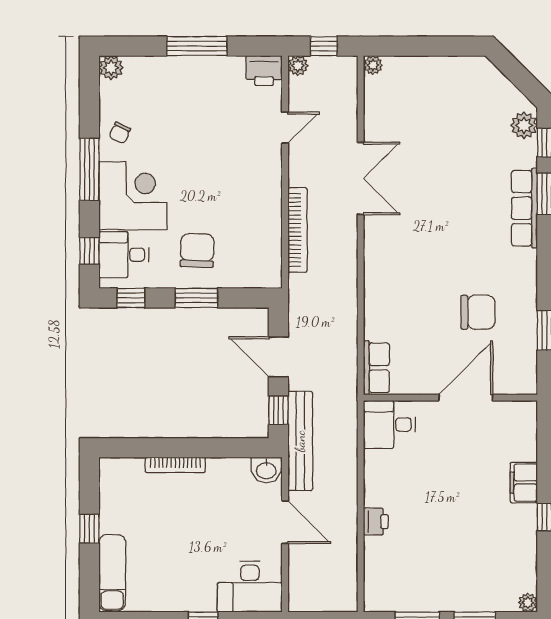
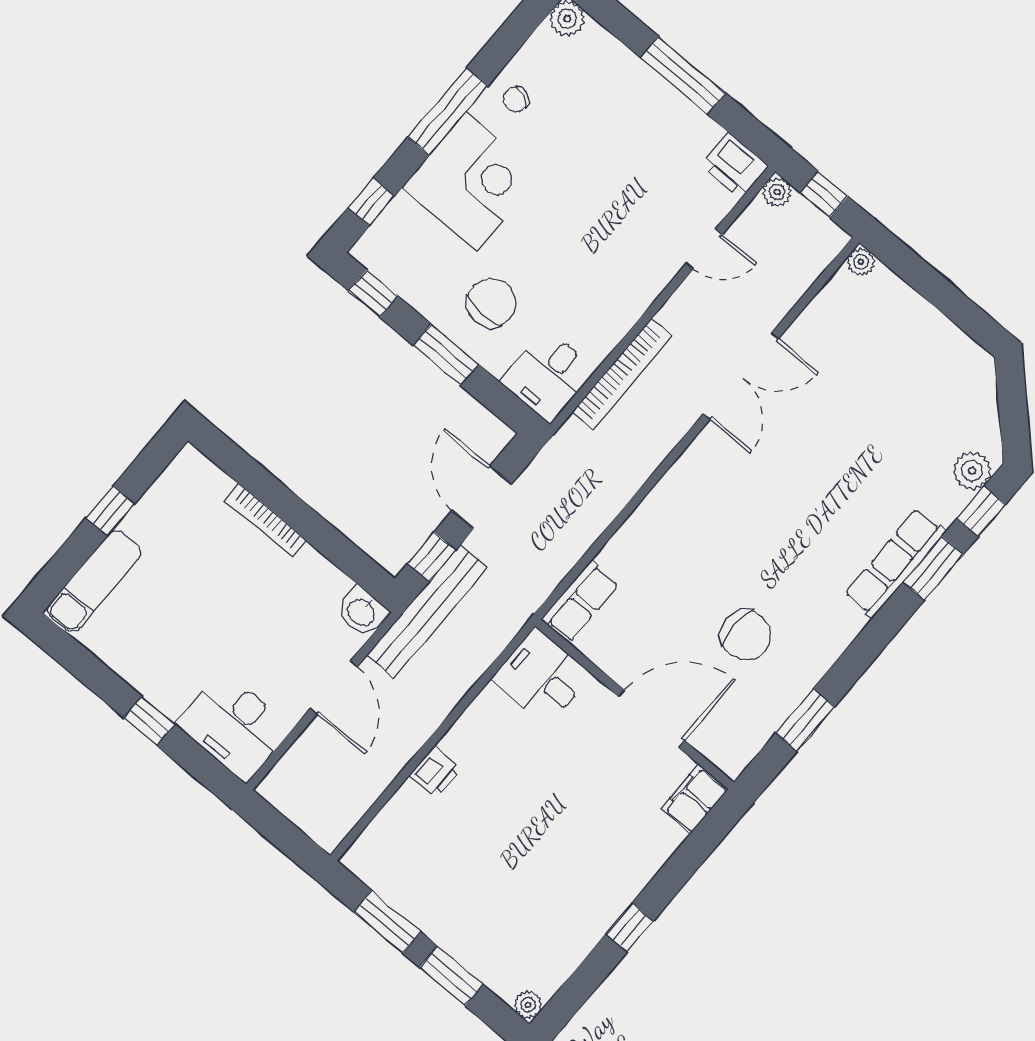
desk: (124, 255) -> (548, 376), moved, turned -90
filing cabinet: (524, 483) -> (694, 799), moved

